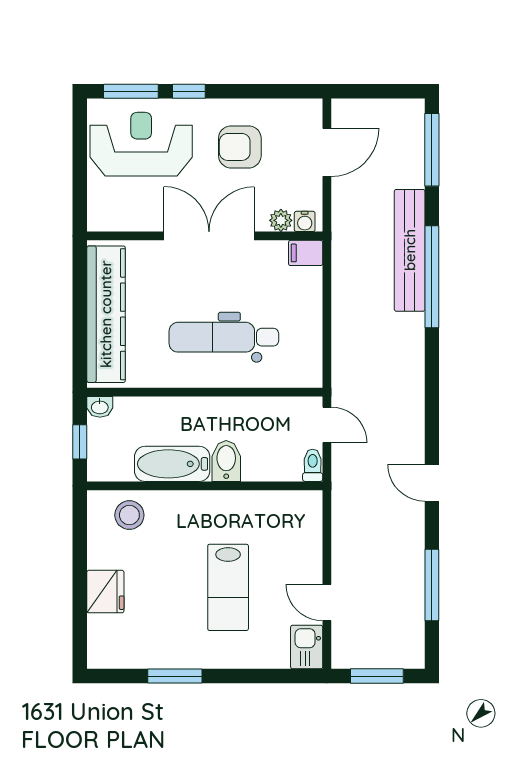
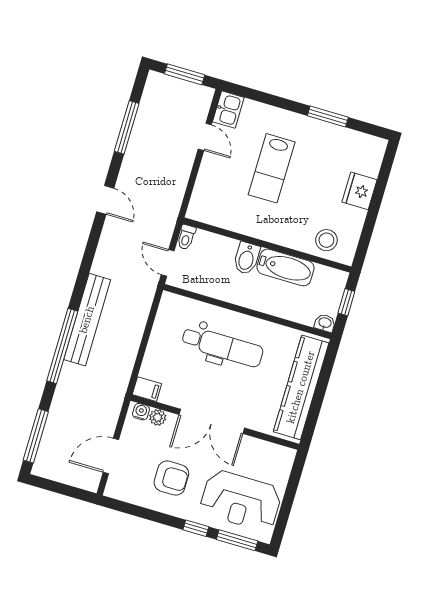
bench: (410, 250) -> (87, 320), moved
lab bench: (228, 587) -> (272, 168), turned 180

